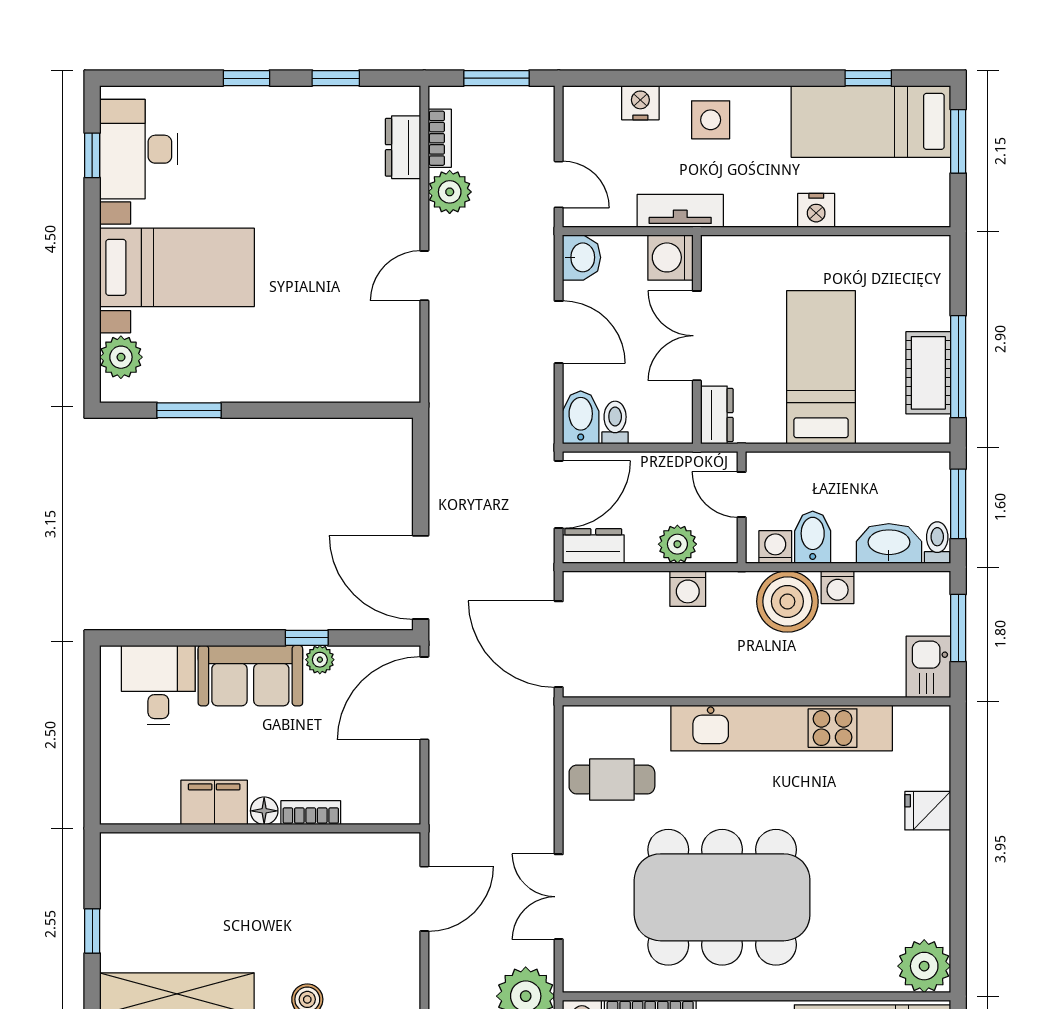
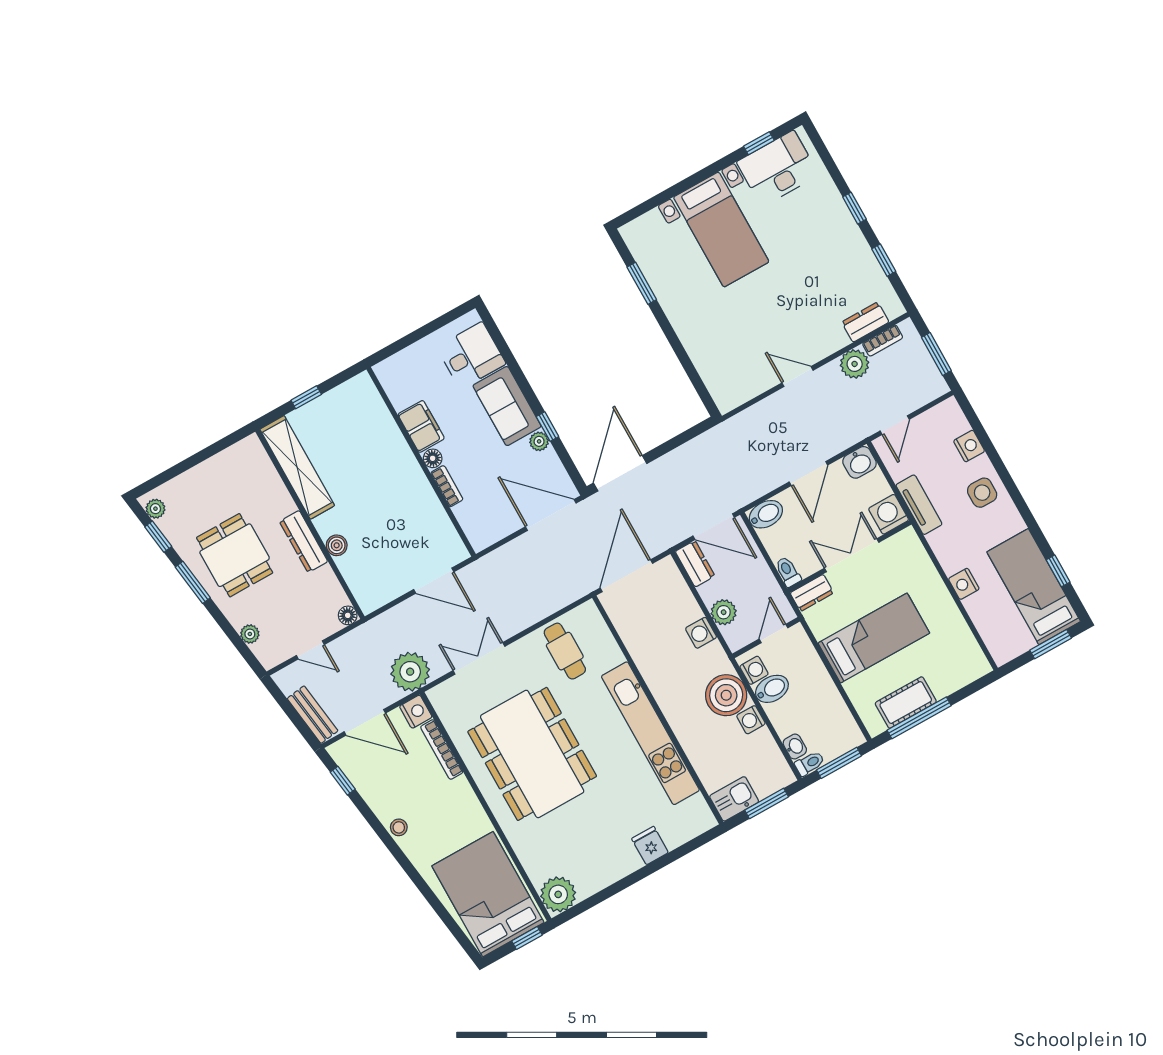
plant: (121, 357) -> (650, 226), removed
toilet: (615, 423) -> (788, 572), moved, turned -90
washbasin: (889, 543) -> (795, 747), width x0.52, depth x0.69

